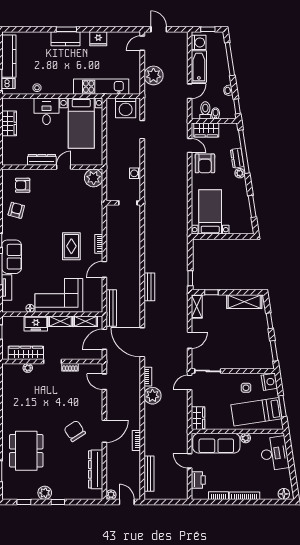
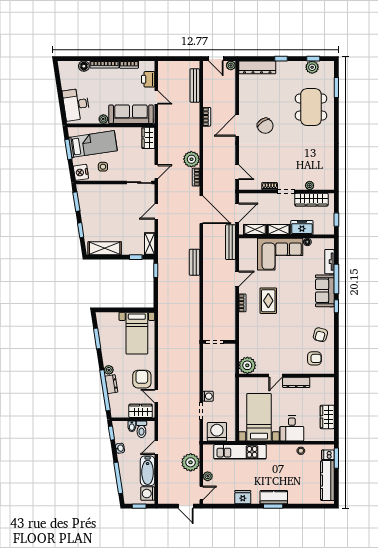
plant: (135, 61) -> (208, 476), added
washing machine: (135, 173) -> (208, 396), moved
dresser: (96, 469) -> (257, 67), moved, turned 90
plant: (45, 493) -> (312, 67), moved
floor lamp: (284, 494) -> (84, 66), moved

